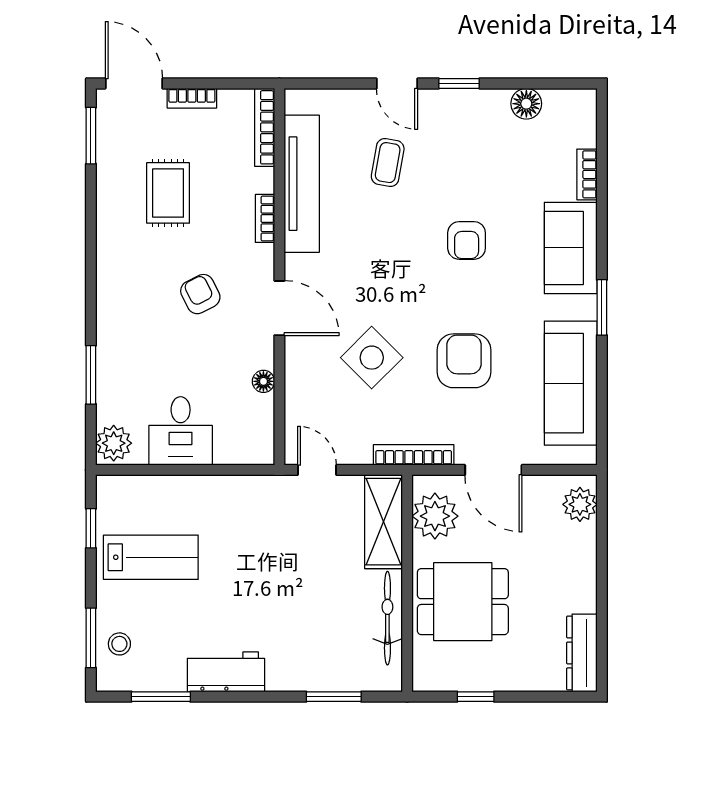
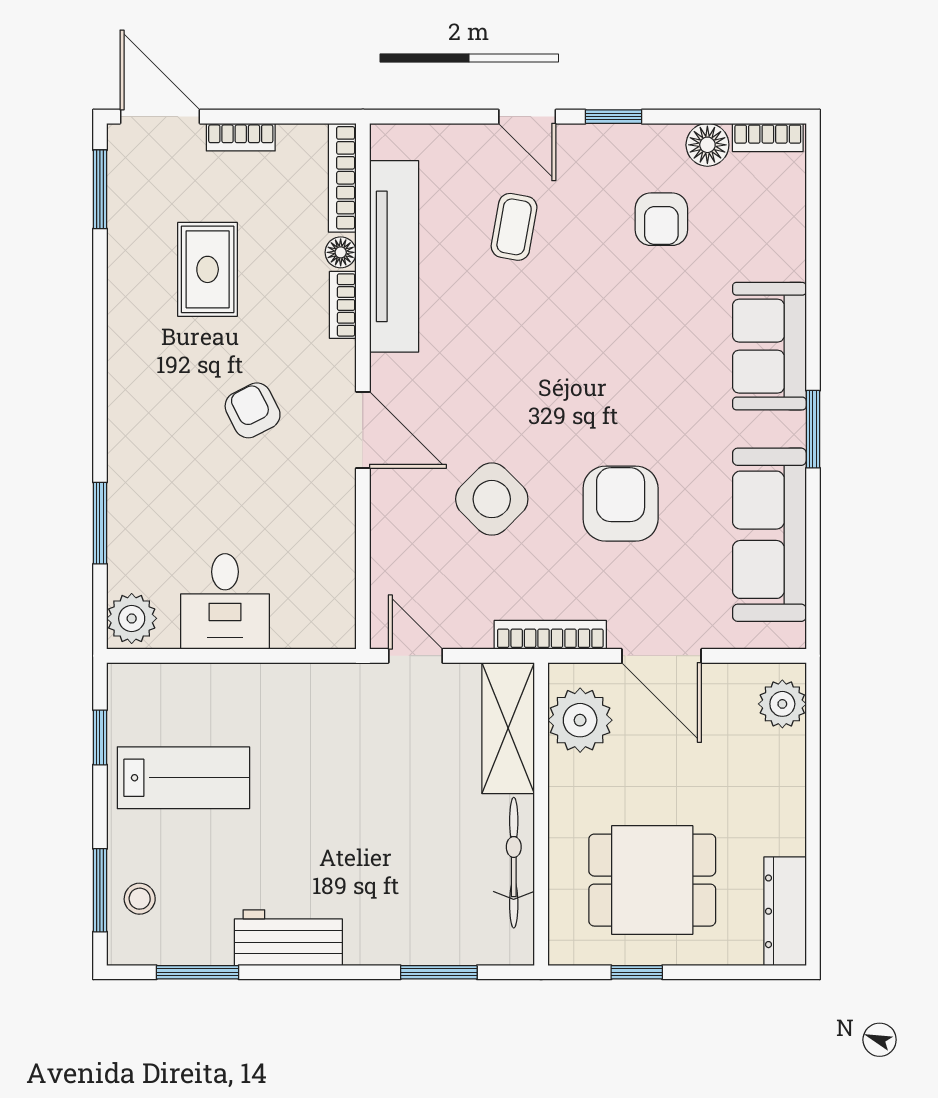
bookcase: (587, 174) -> (768, 137), moved, turned -90
armchair: (467, 240) -> (661, 219), moved
floor lamp: (263, 381) -> (341, 252), moved
dining table: (463, 602) -> (652, 880), moved

